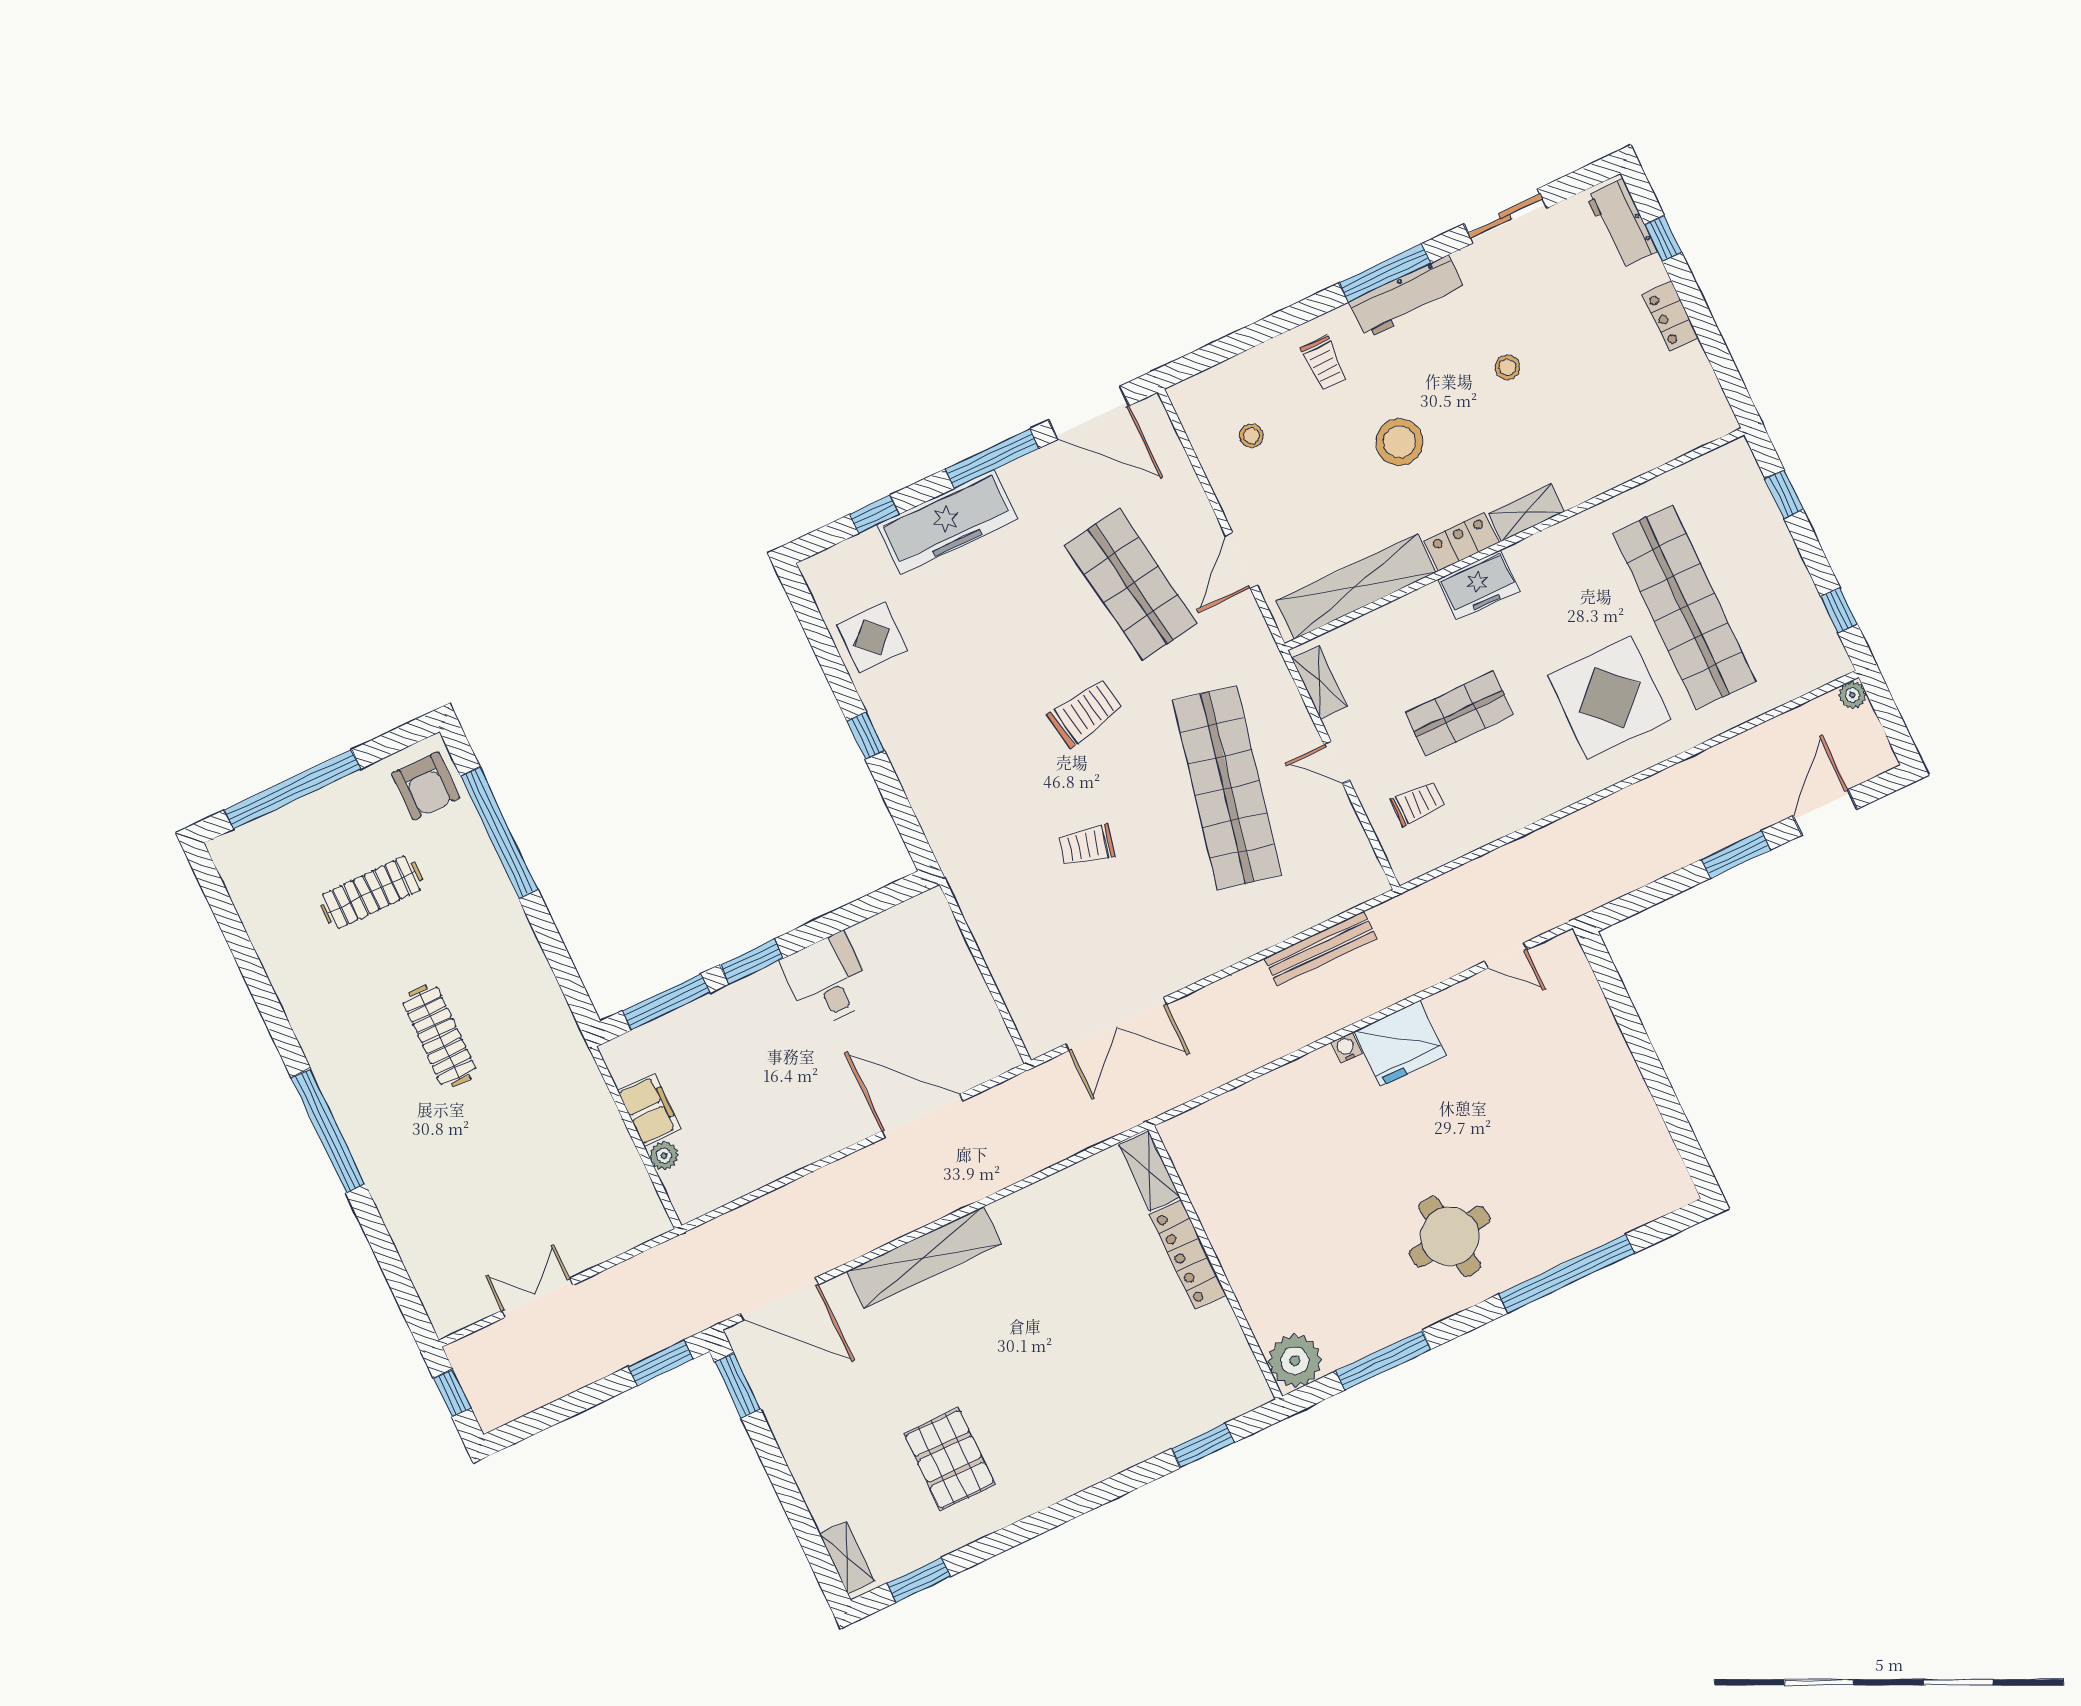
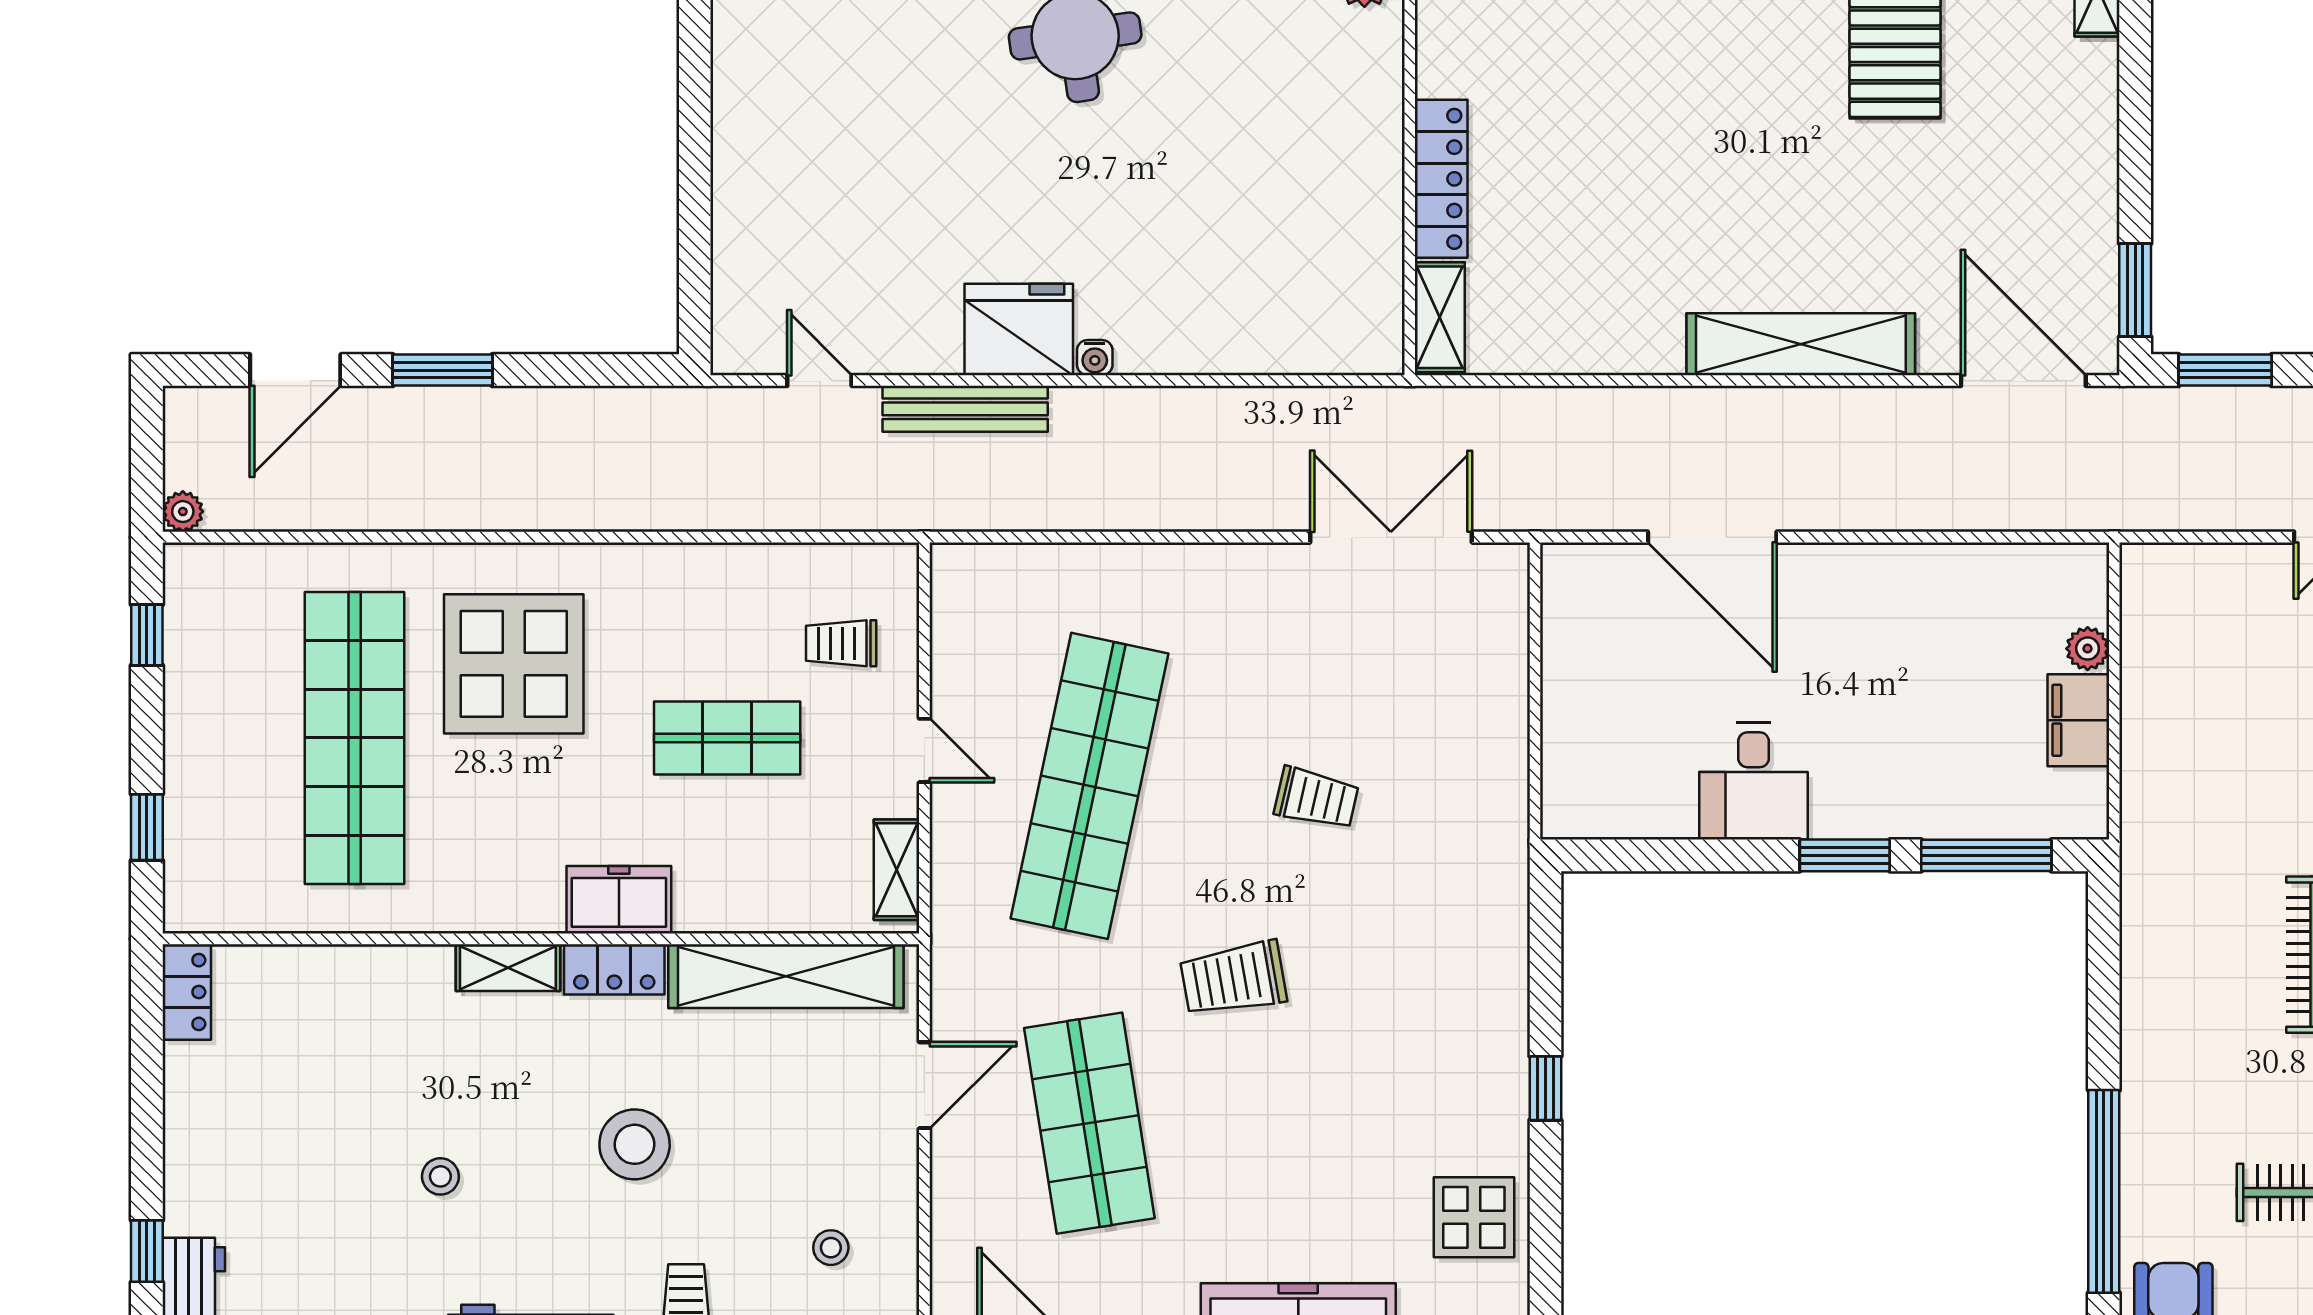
locker: (1671, 316) -> (187, 992), moved
bench: (1321, 948) -> (965, 409), moved

